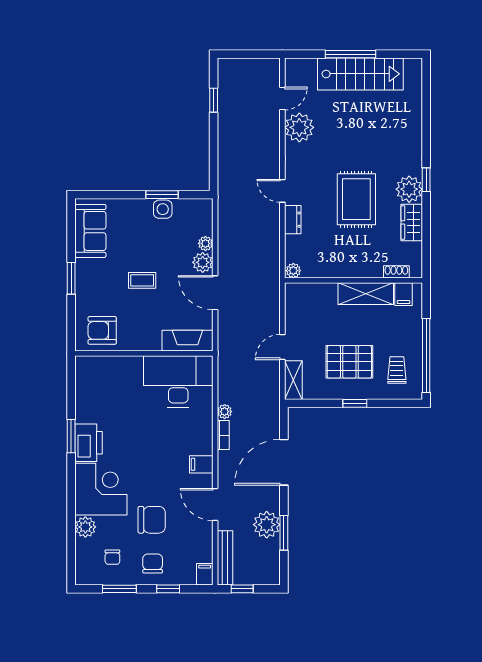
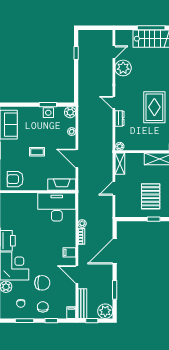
plant: (203, 262) -> (70, 112), moved
pallet: (349, 362) -> (151, 196), turned 90
shelving: (293, 380) -> (120, 164), moved
plant: (267, 525) -> (105, 311), moved

